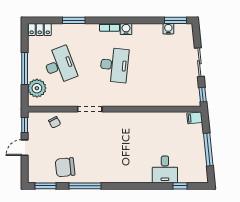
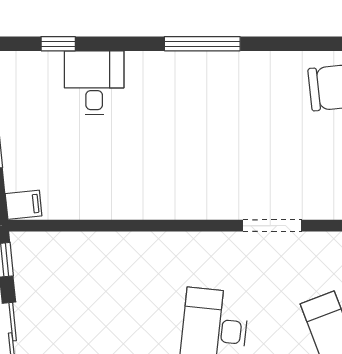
window: (85, 186) -> (202, 44), moved

